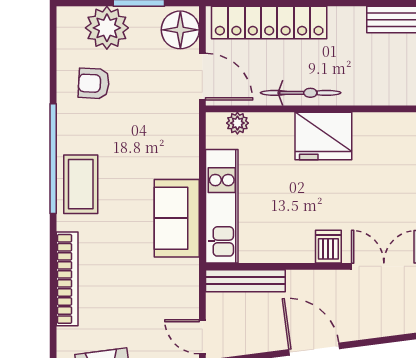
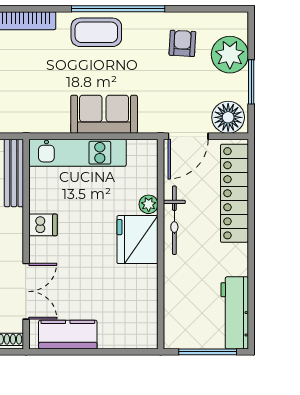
plant: (237, 123) -> (149, 204), moved
sofa: (177, 218) -> (104, 114), moved
dishwasher: (328, 247) -> (43, 225), moved

